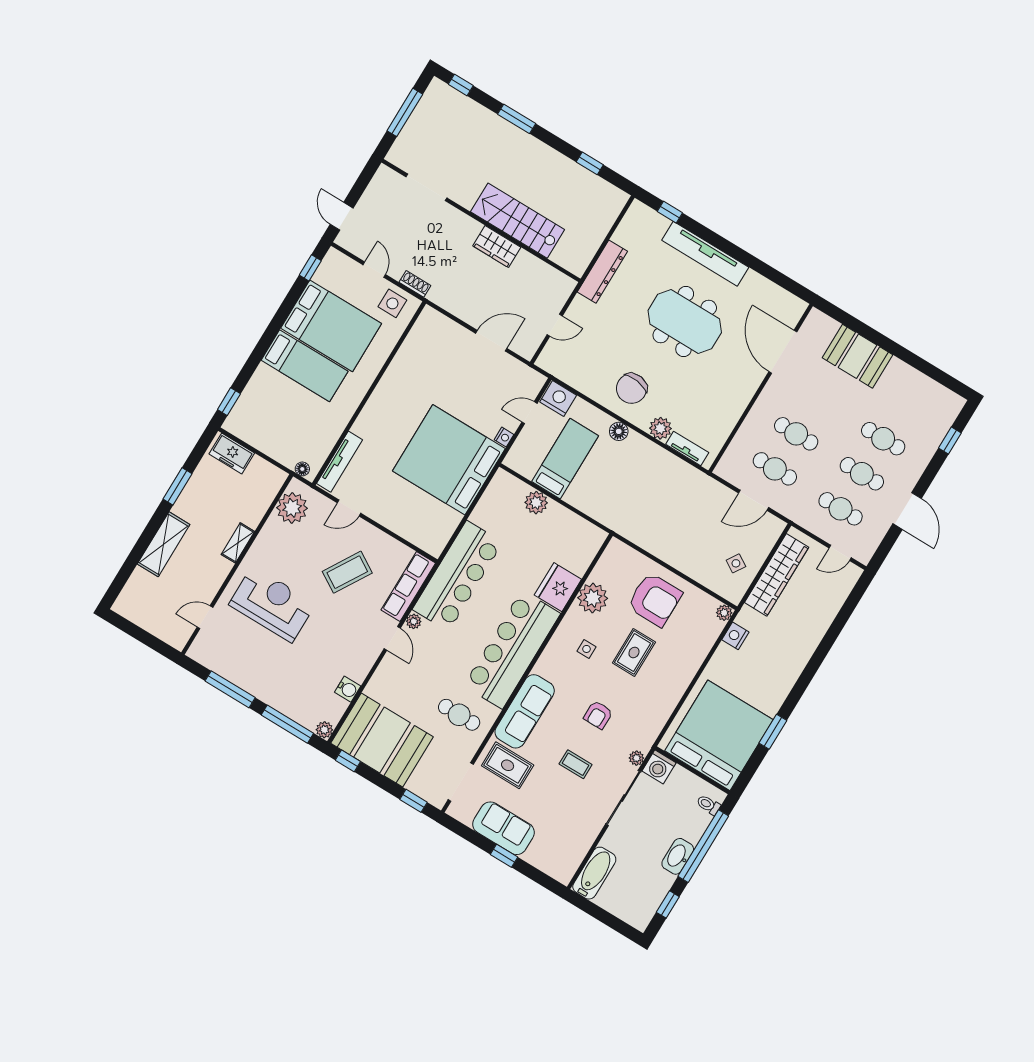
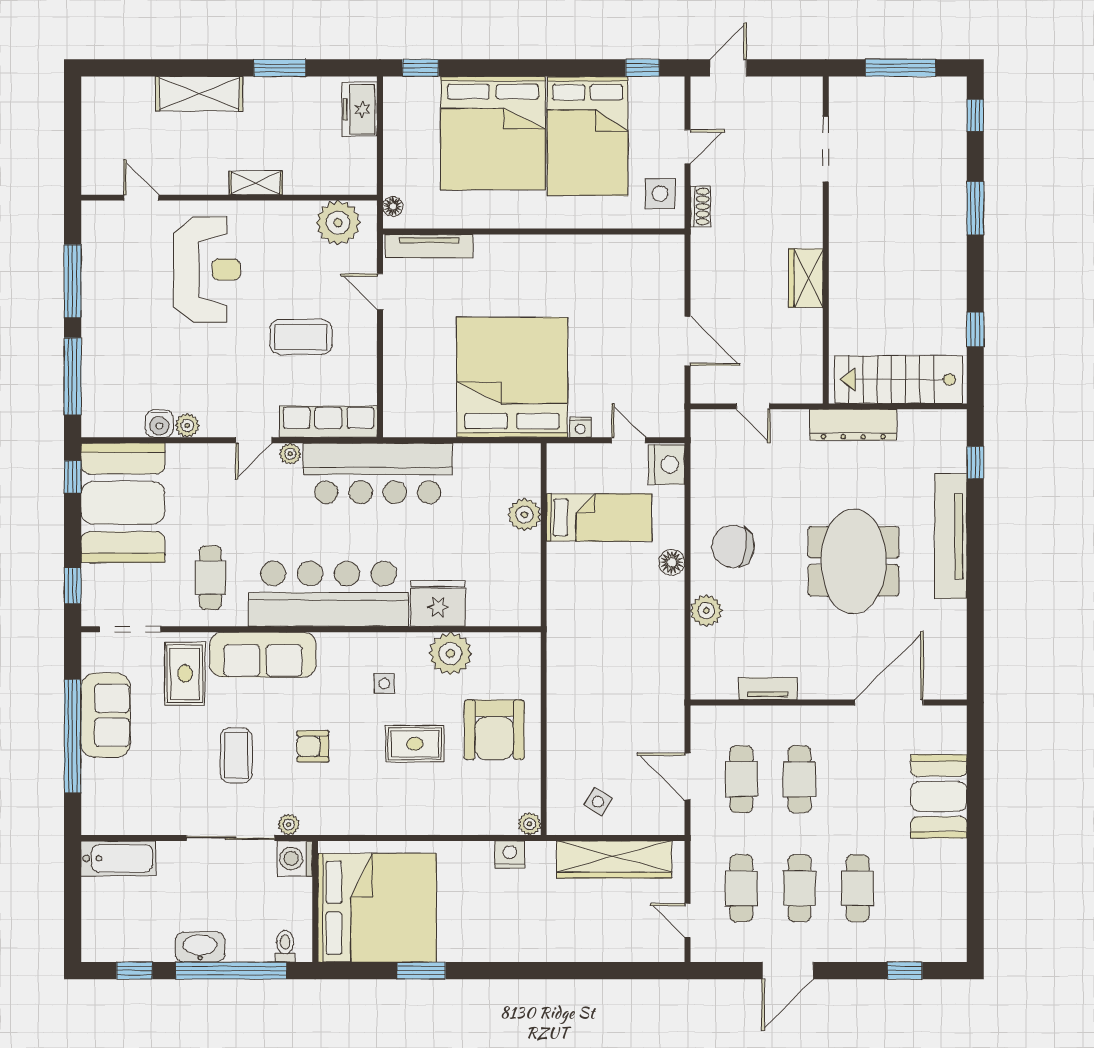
stairs: (518, 221) -> (898, 380), moved, turned -90
bed: (305, 366) -> (493, 133), width x2.04
tv unit: (687, 448) -> (768, 689), moved, turned -90
coffee table: (347, 572) -> (301, 337), turned -31
plant: (324, 730) -> (187, 425), moved
coffee table: (576, 764) -> (236, 755), width x1.36, depth x1.30
window: (504, 856) -> (73, 736), width x3.17

